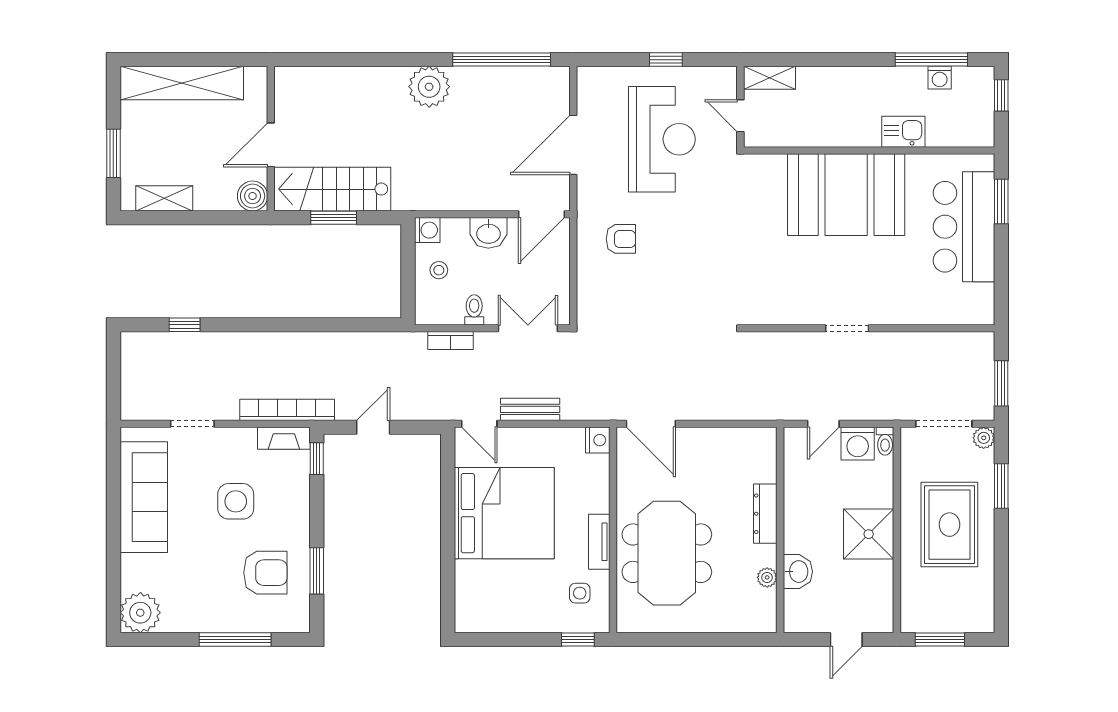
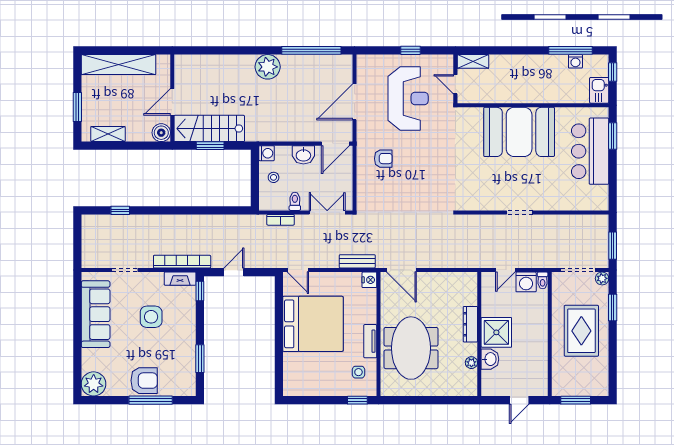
kitchen sink: (903, 132) -> (599, 90), moved, turned -90
bench: (530, 409) -> (357, 261), moved
shower: (869, 534) -> (496, 332), moved
armchair: (265, 573) -> (144, 381), moved

